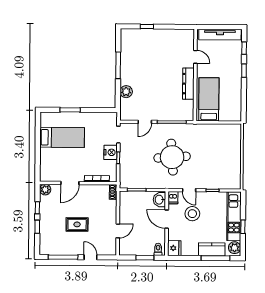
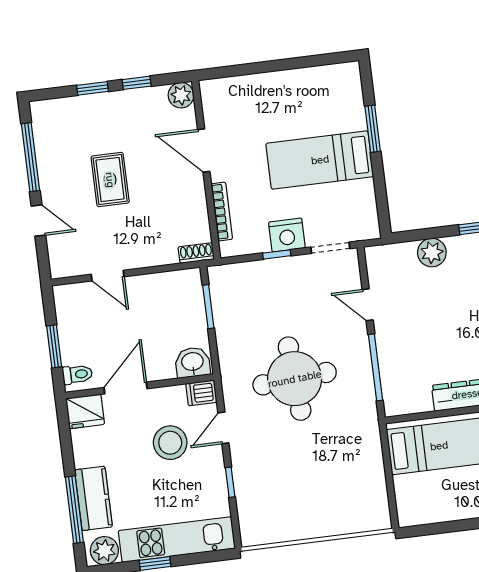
bed: (62, 137) -> (320, 160), moved, turned 90
door: (167, 219) -> (125, 388), moved
door: (90, 257) -> (38, 221), hinge flipped

